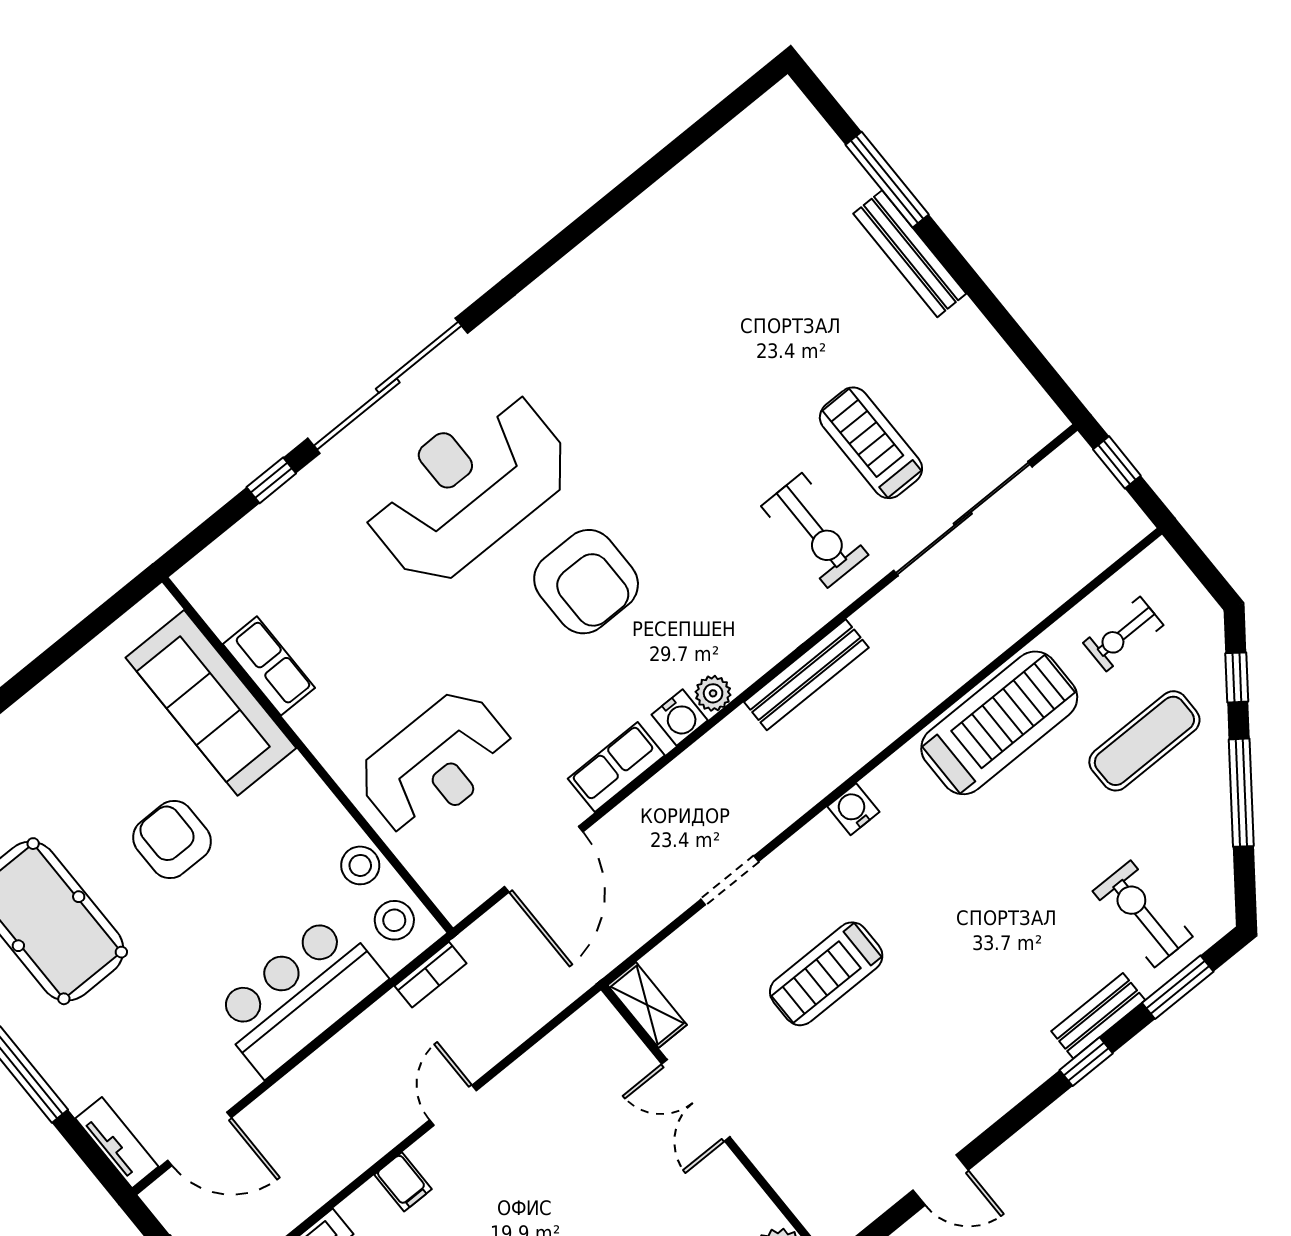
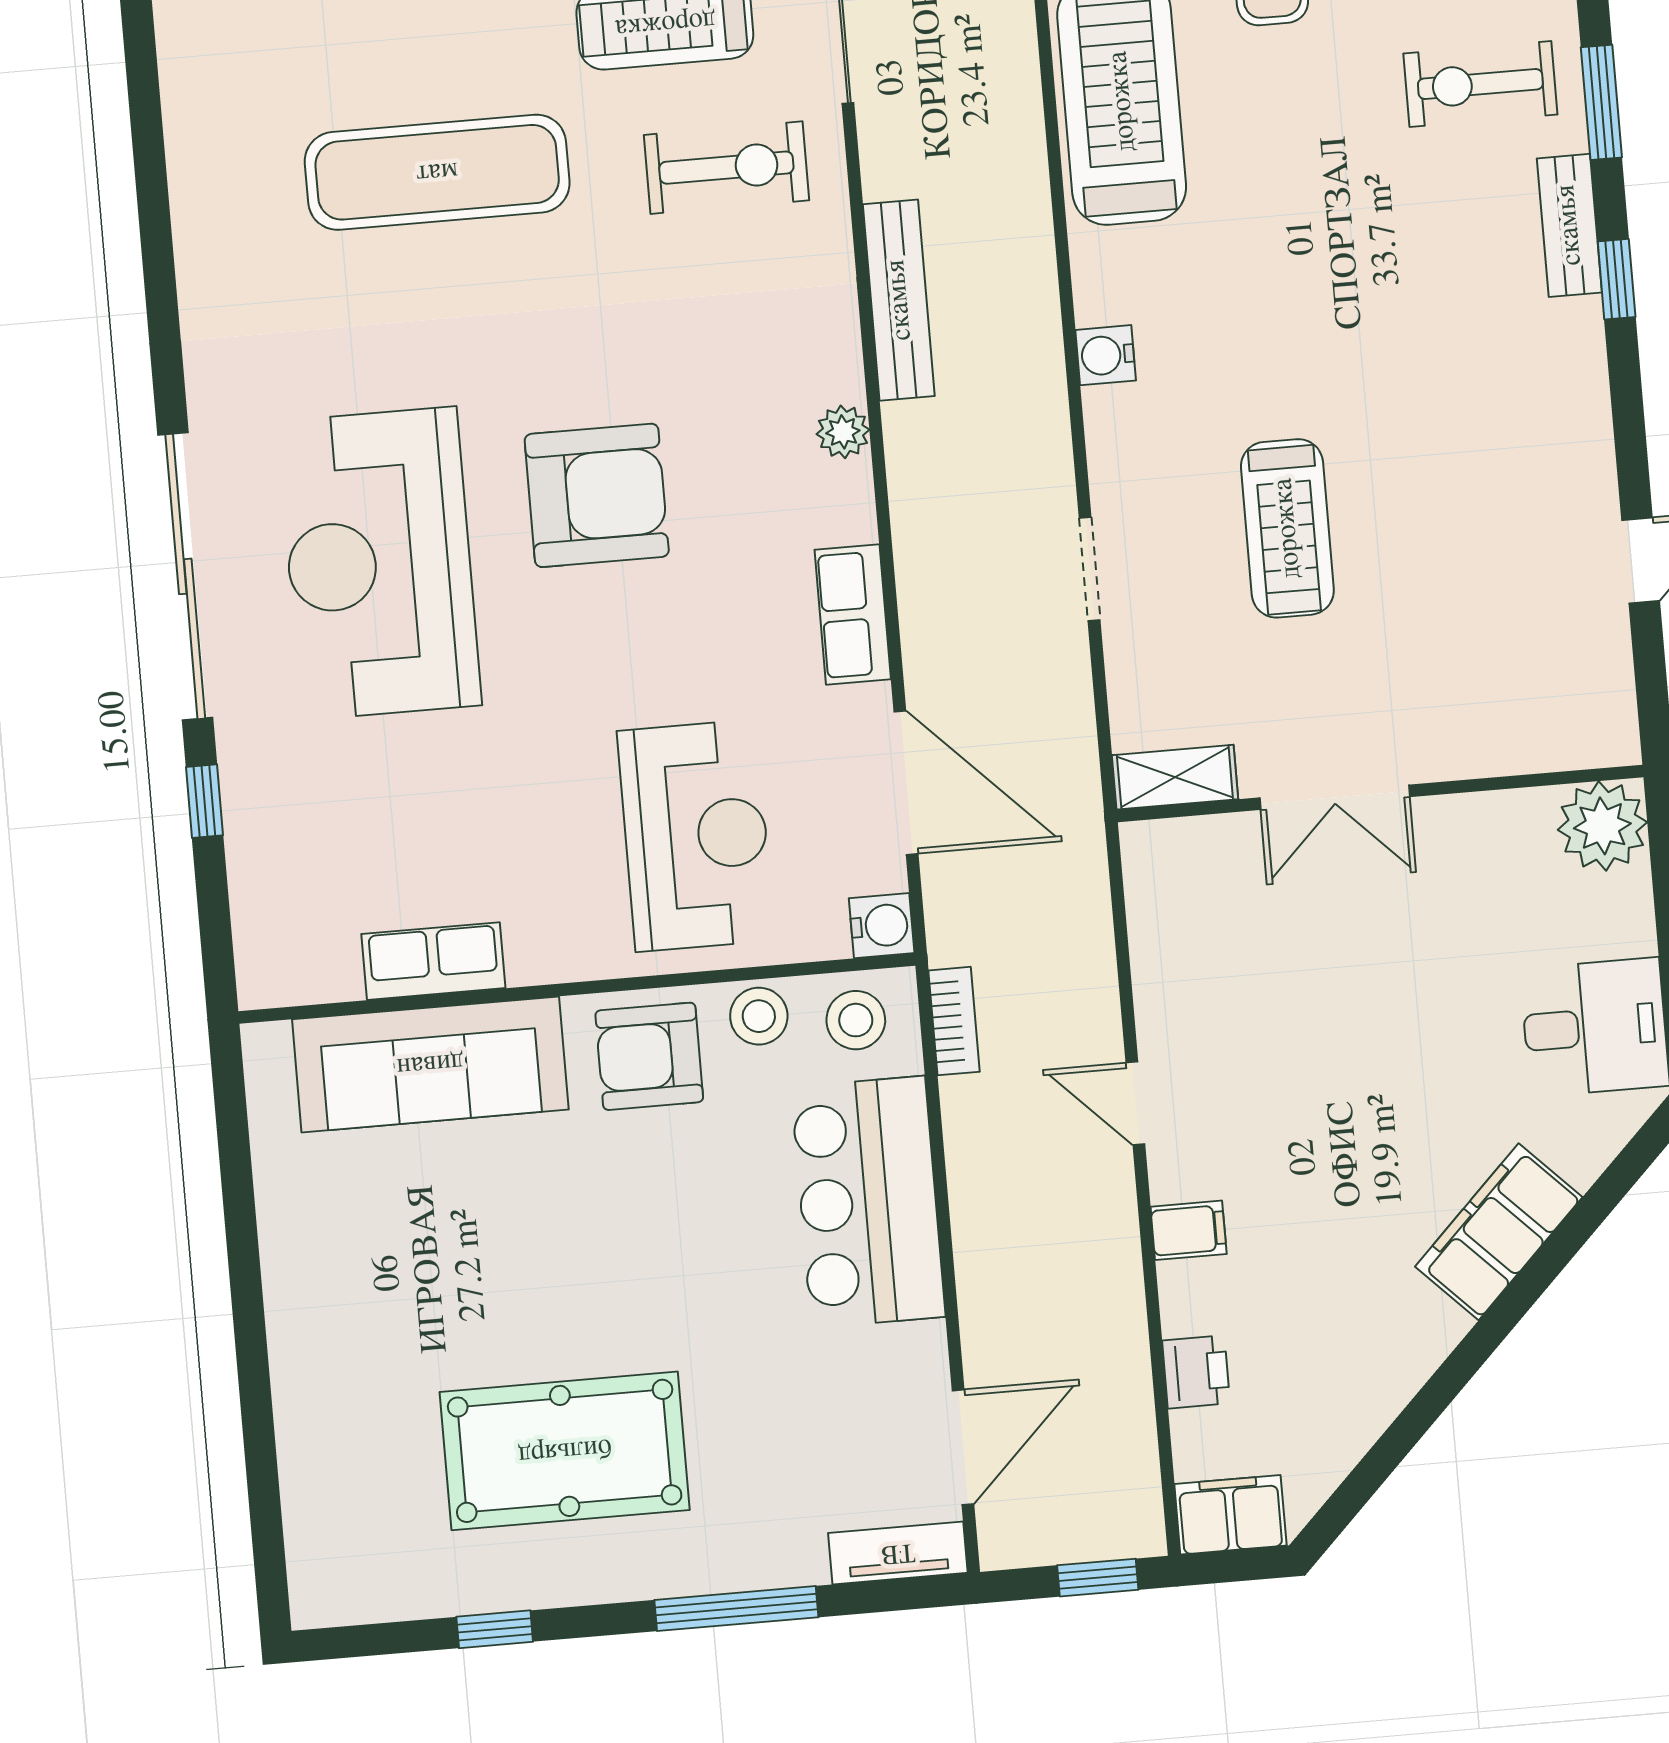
exercise mat: (704, 373) -> (437, 172), added
water cooler: (680, 717) -> (882, 926), moved
armchair: (172, 839) -> (649, 1056), moved

